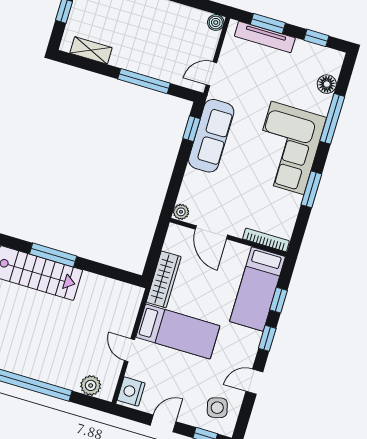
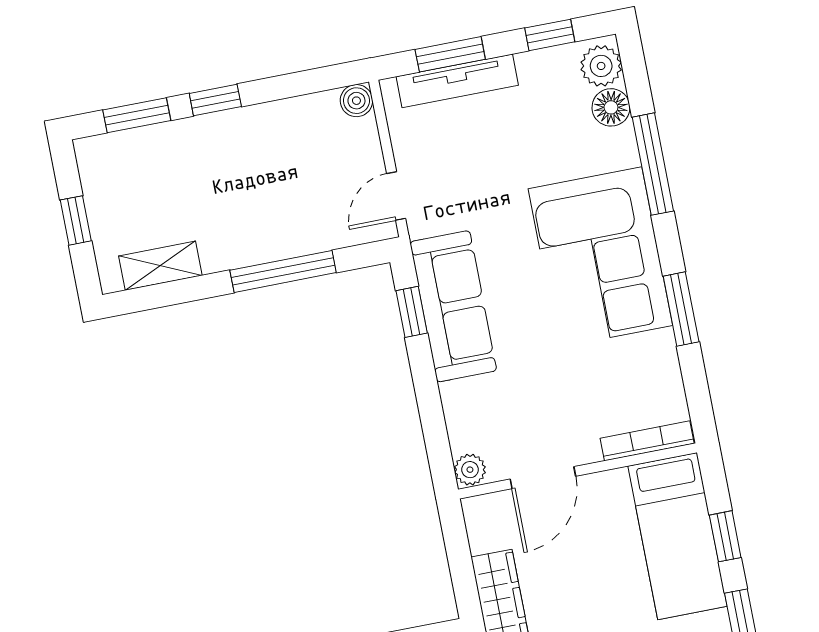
plant: (332, 63) -> (601, 66), added
door: (211, 232) -> (543, 478), hinge flipped

